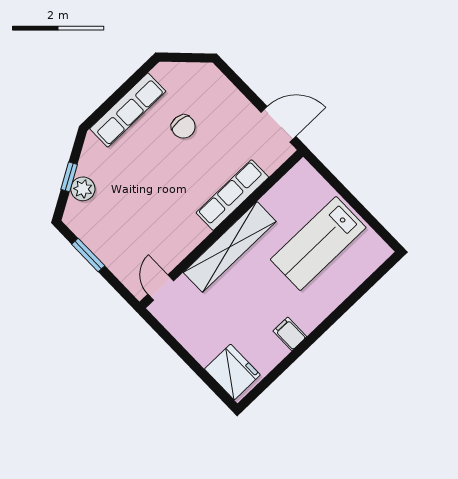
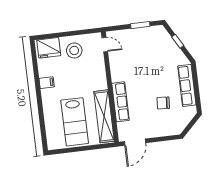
plant: (83, 189) -> (169, 43), removed
lab bench: (318, 244) -> (75, 122), turned 180
shelving: (230, 247) -> (104, 116), moved
stool: (206, 329) -> (74, 50), added

